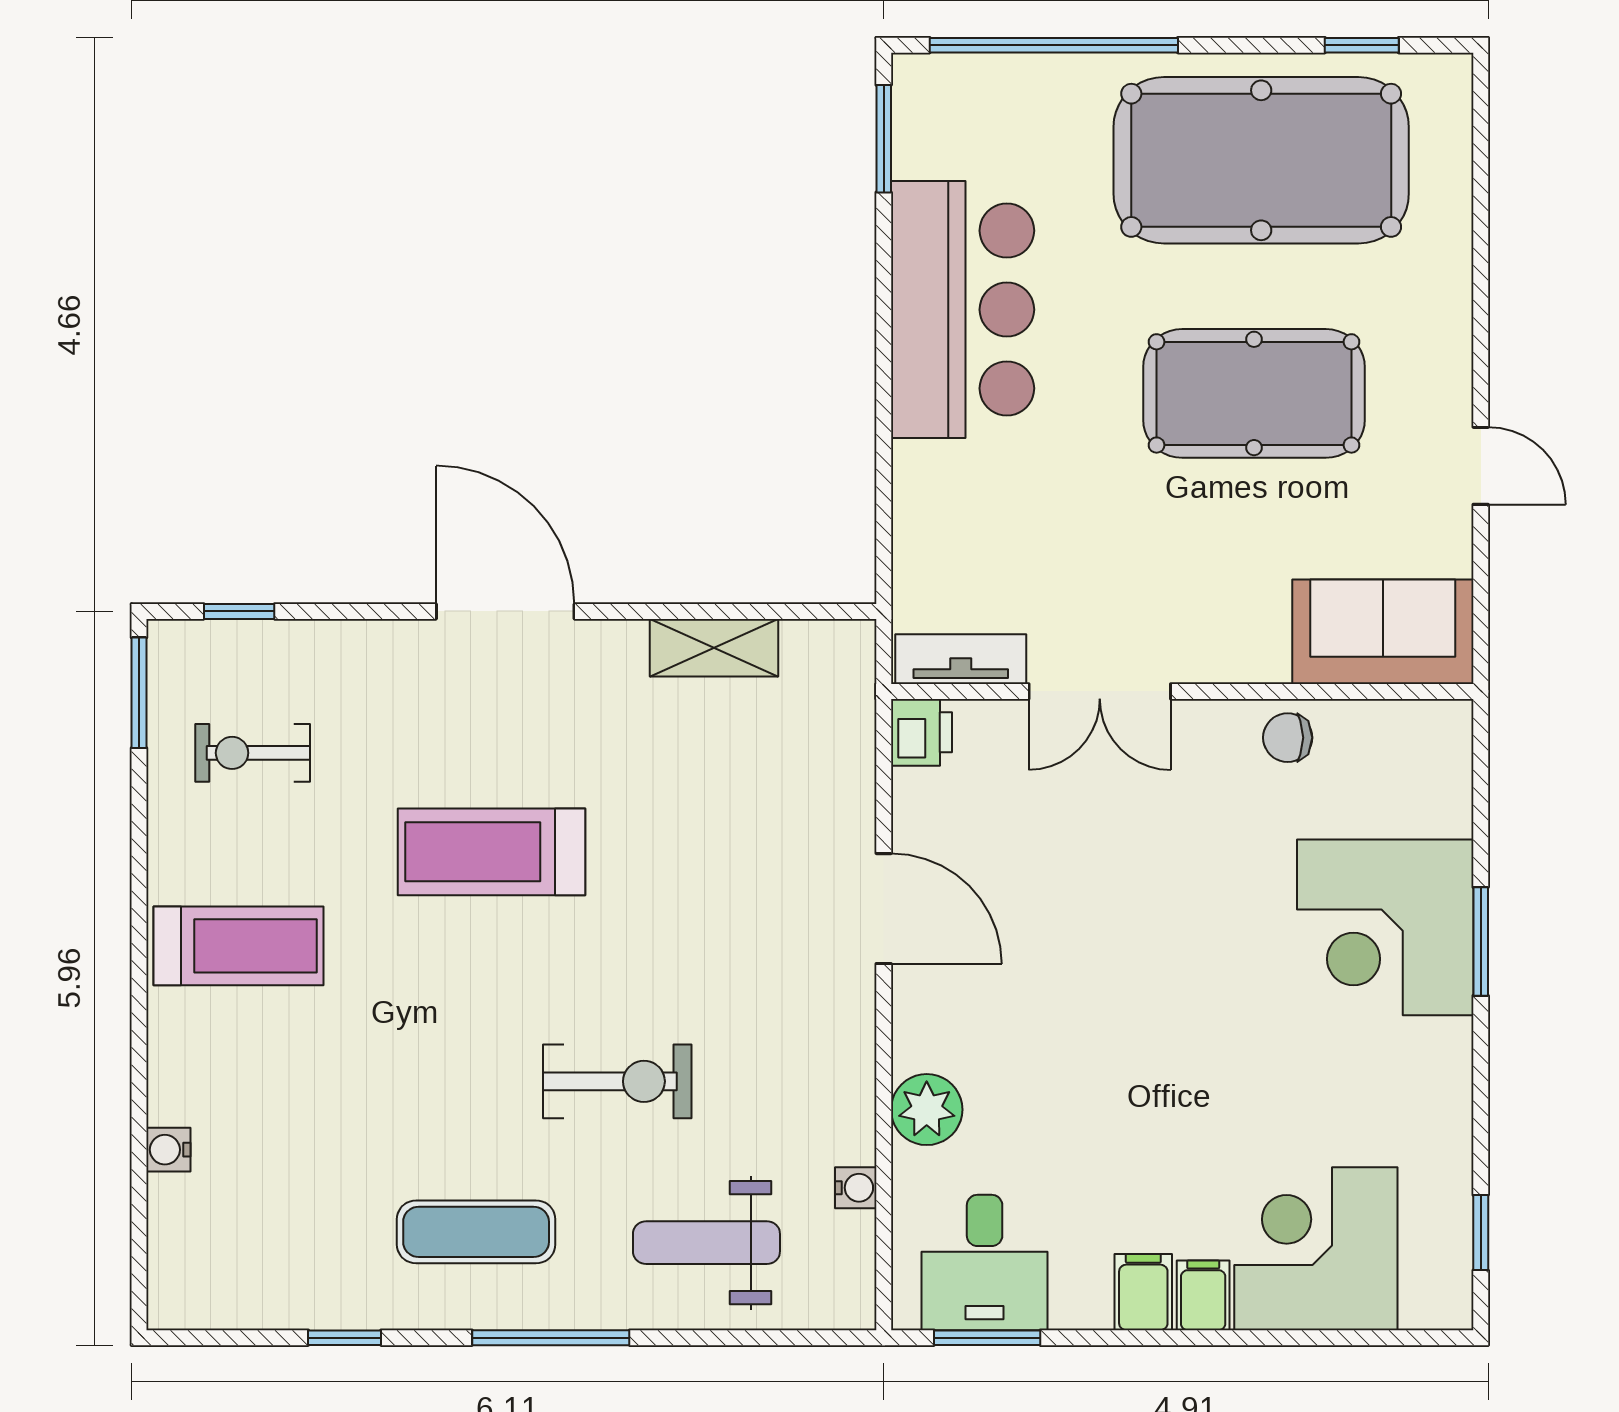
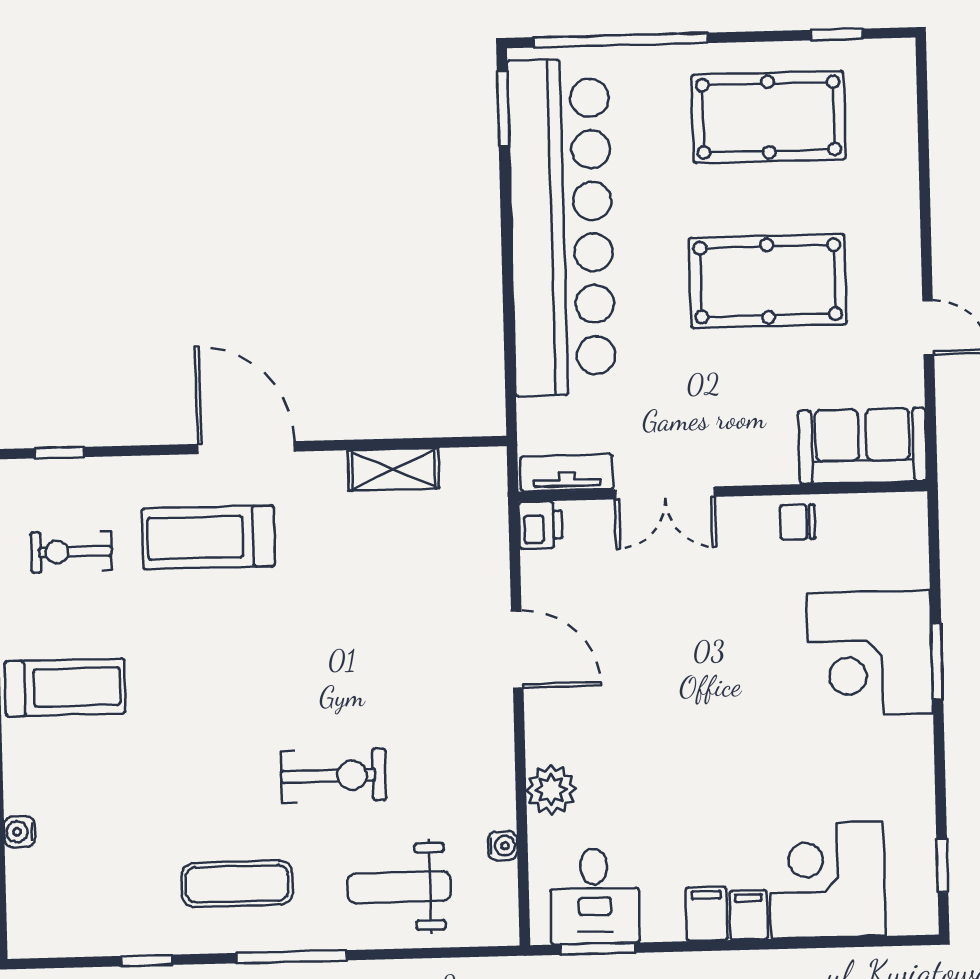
pool table: (1261, 160) -> (768, 117), width x0.73, depth x0.76
bar counter: (963, 310) -> (562, 227), width x1.86
treadmill: (491, 852) -> (208, 537), moved

